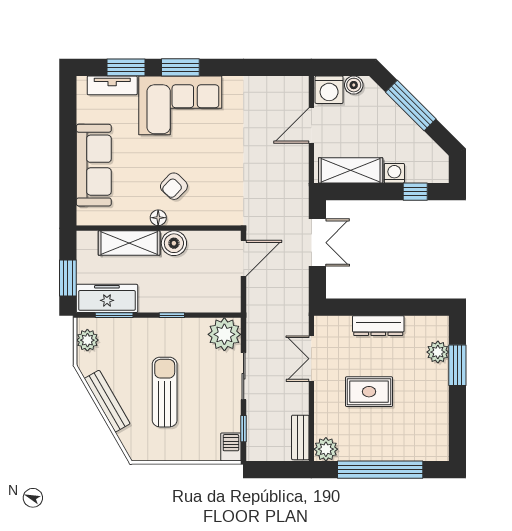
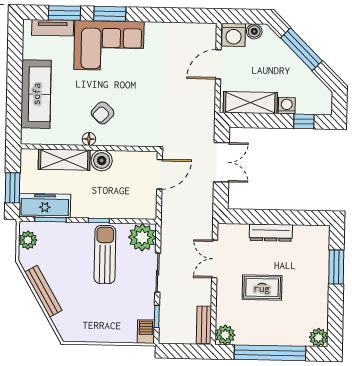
plant: (438, 352) -> (319, 337), moved
sun lounger: (165, 392) -> (105, 255), moved

